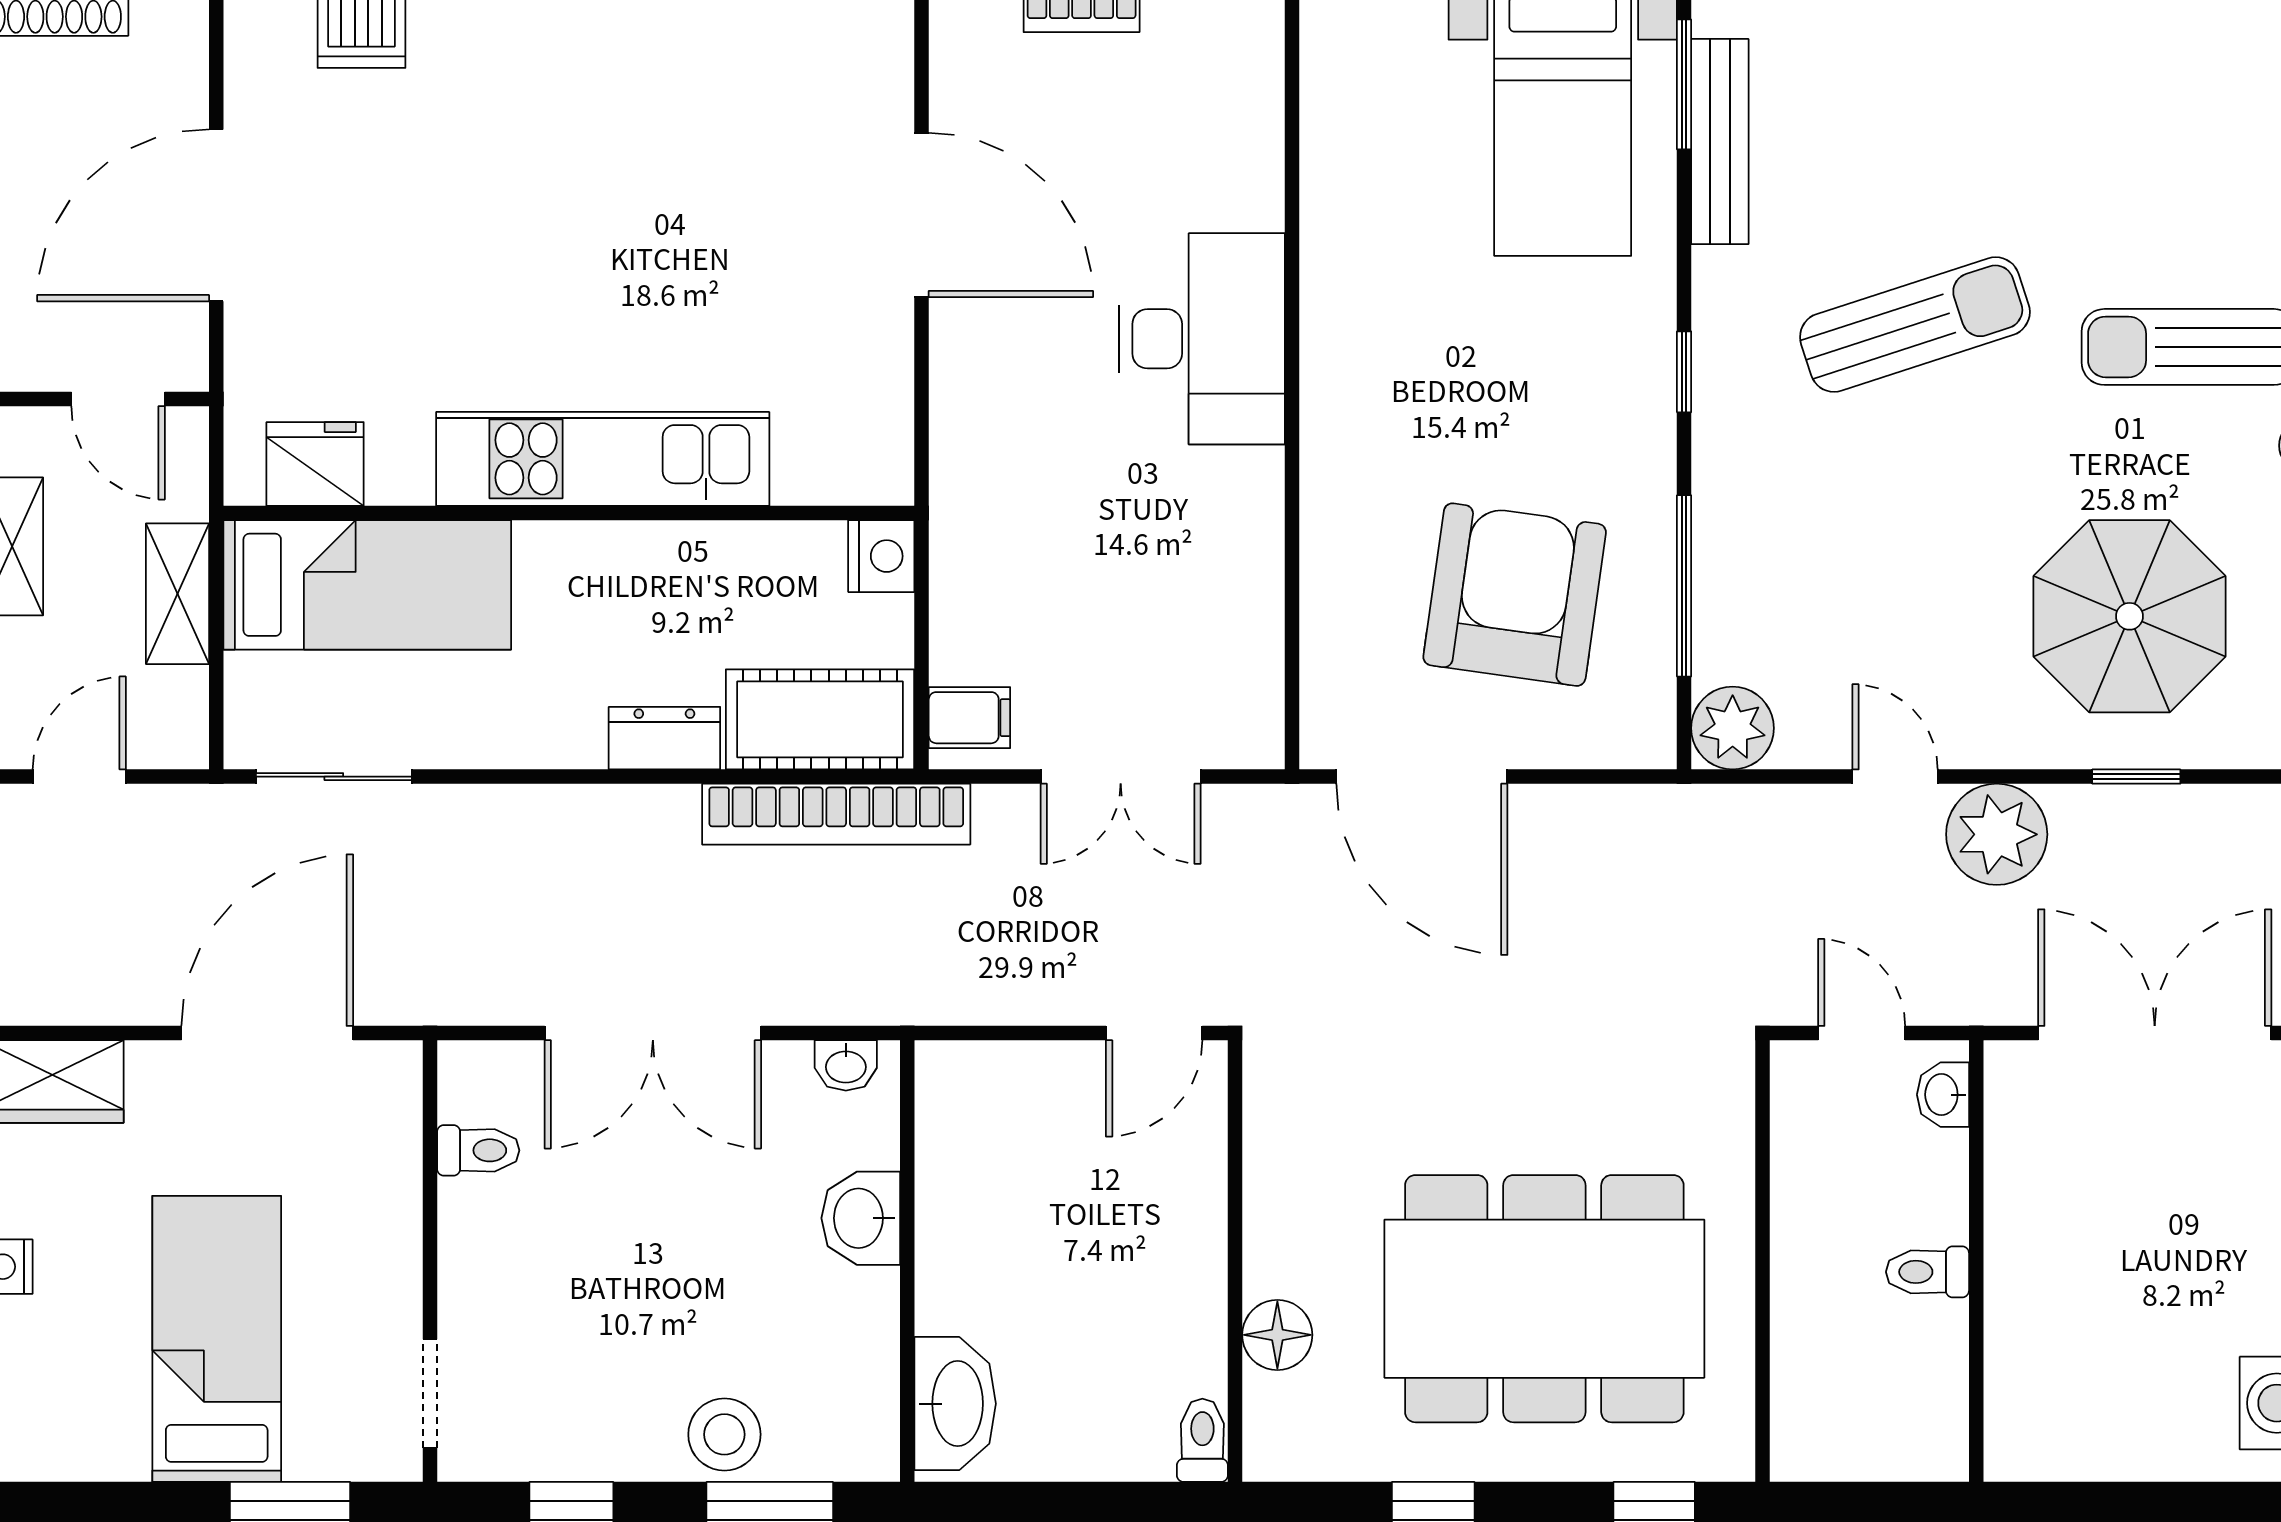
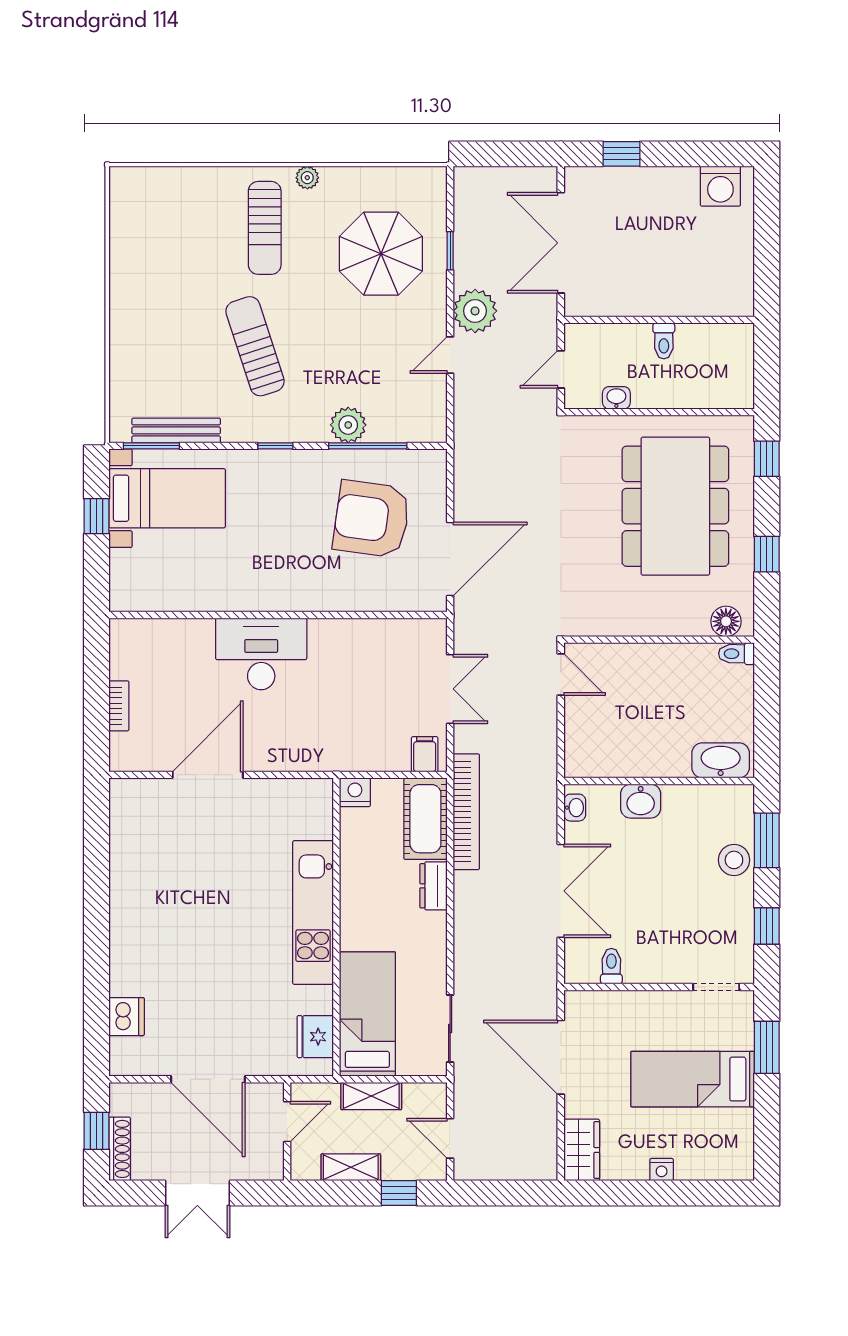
plant: (1733, 728) -> (348, 425), moved
washbasin: (1943, 1095) -> (616, 398), moved, turned 180
floor lamp: (1277, 1335) -> (726, 621), moved

